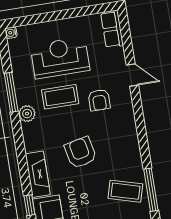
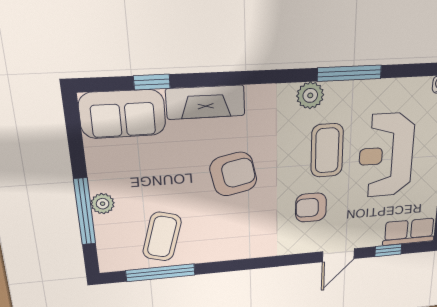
window: (127, 41) -> (388, 250), added
reception desk: (60, 58) -> (386, 156), turned 180

